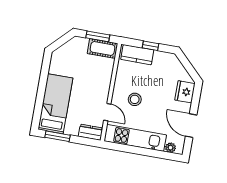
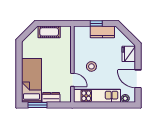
window: (98, 36) -> (55, 23), removed
cot: (103, 48) -> (49, 32), moved
kitchen counter: (137, 55) -> (102, 32), moved
dresser: (91, 132) -> (51, 97), moved

